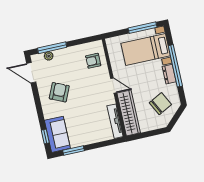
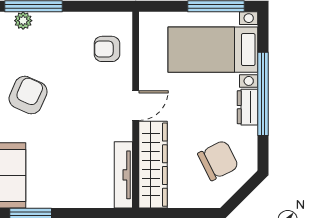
door: (114, 86) -> (136, 106), hinge flipped

